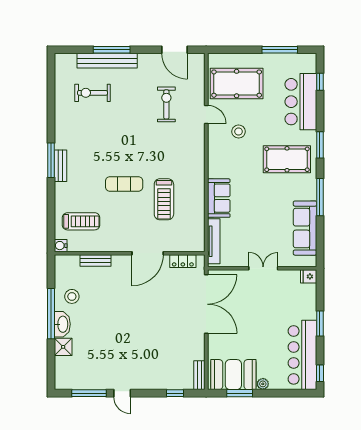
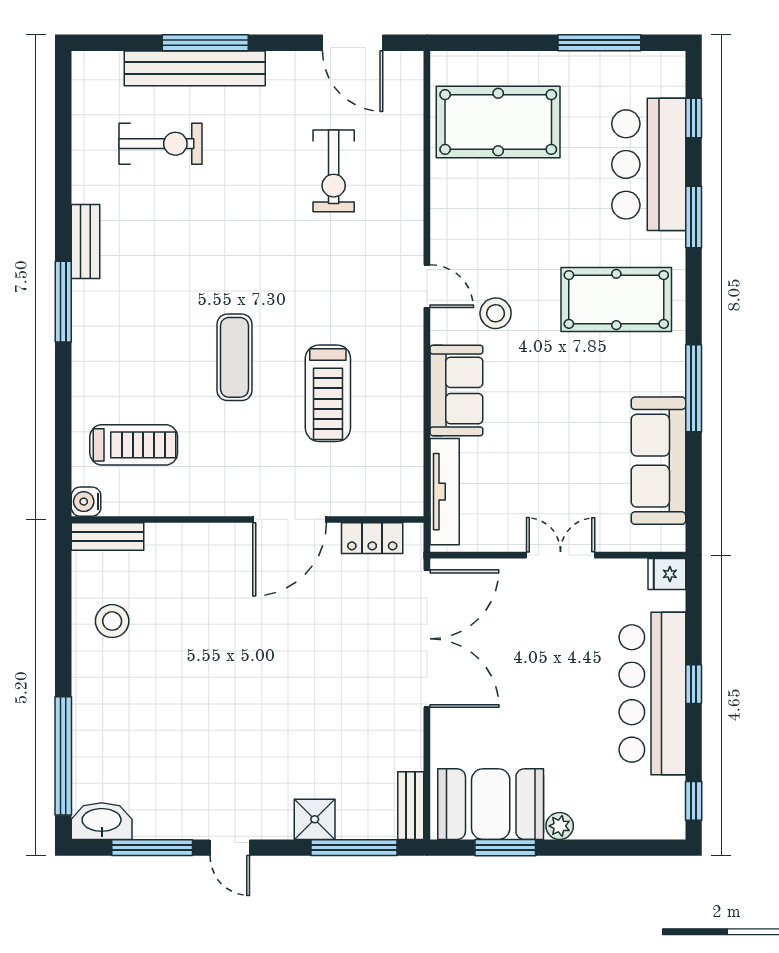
exercise bike: (92, 93) -> (160, 144), turned 180
exercise bike: (166, 104) -> (334, 171), turned 180
door: (206, 114) -> (427, 286), moved
stool: (239, 132) -> (496, 313), moved
window: (320, 145) -> (694, 217), moved
bench: (61, 166) -> (86, 242), moved
exercise mat: (124, 184) -> (234, 357), turned 90
bench: (96, 260) -> (108, 537), moved
window: (51, 314) -> (63, 756), moved
window: (320, 323) -> (694, 684), width x0.67
washbasin: (62, 324) -> (102, 821), moved, turned -90
shower: (63, 347) -> (315, 819), moved
bar counter: (302, 355) -> (652, 693), moved
window: (175, 393) -> (354, 848), width x2.17

